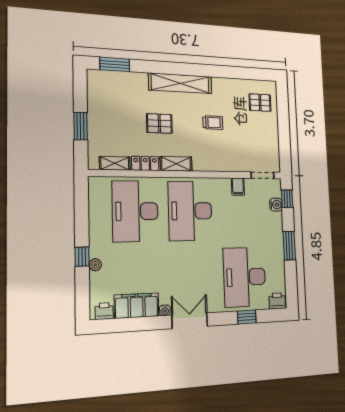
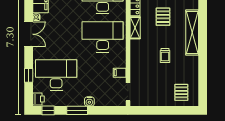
window: (287, 199) -> (48, 110), moved
water cooler: (276, 205) -> (89, 101), moved

